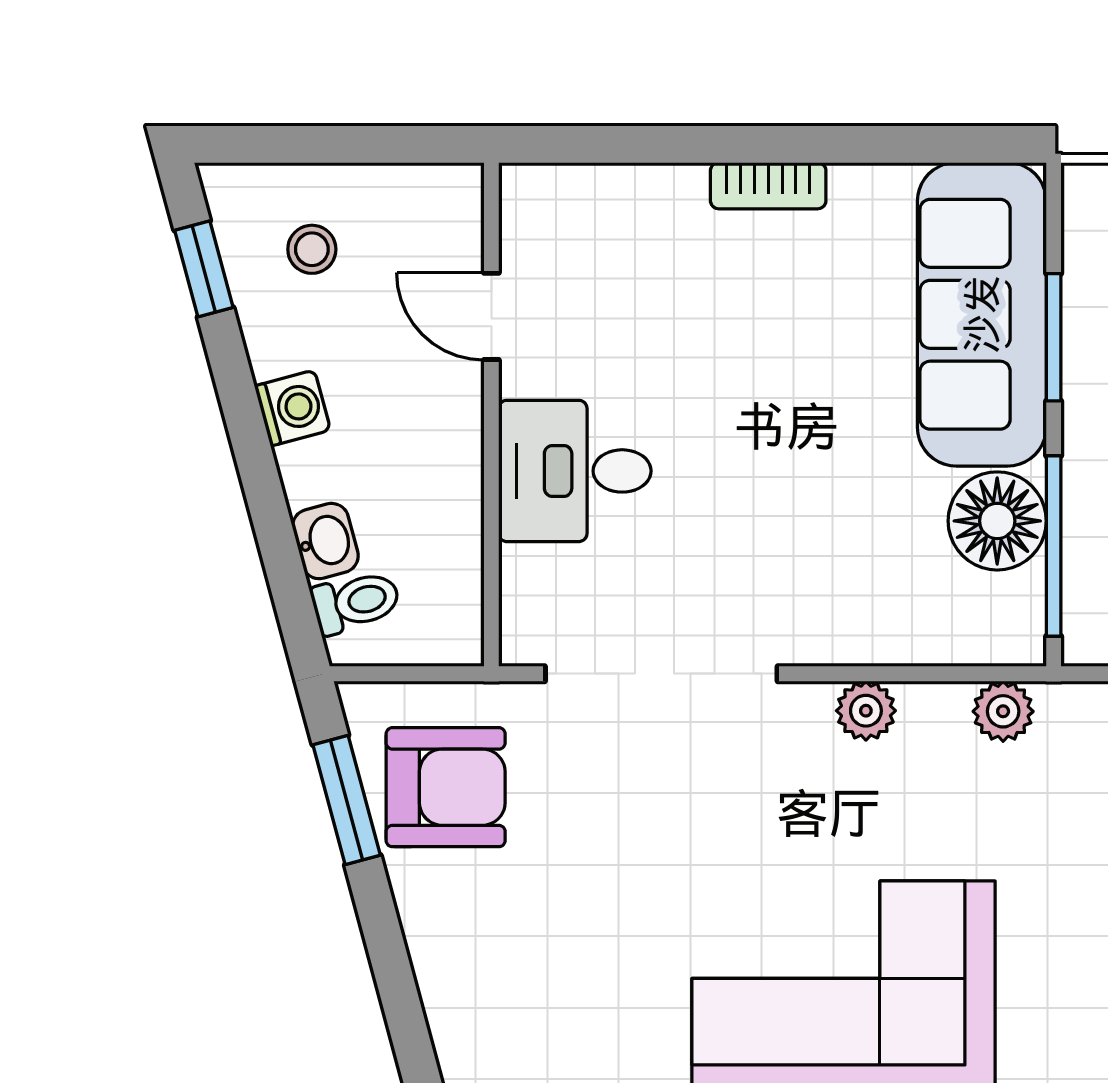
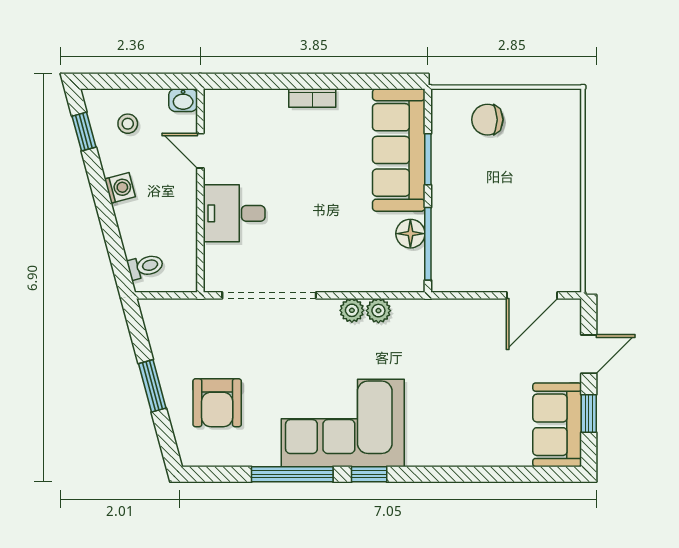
floor lamp: (997, 521) -> (410, 234), width x0.73, depth x0.73
washbasin: (325, 541) -> (183, 100), moved, turned 105
plant: (1003, 711) -> (378, 311), moved
armchair: (446, 787) -> (217, 403), moved, turned 90
window: (347, 800) -> (152, 386), moved

